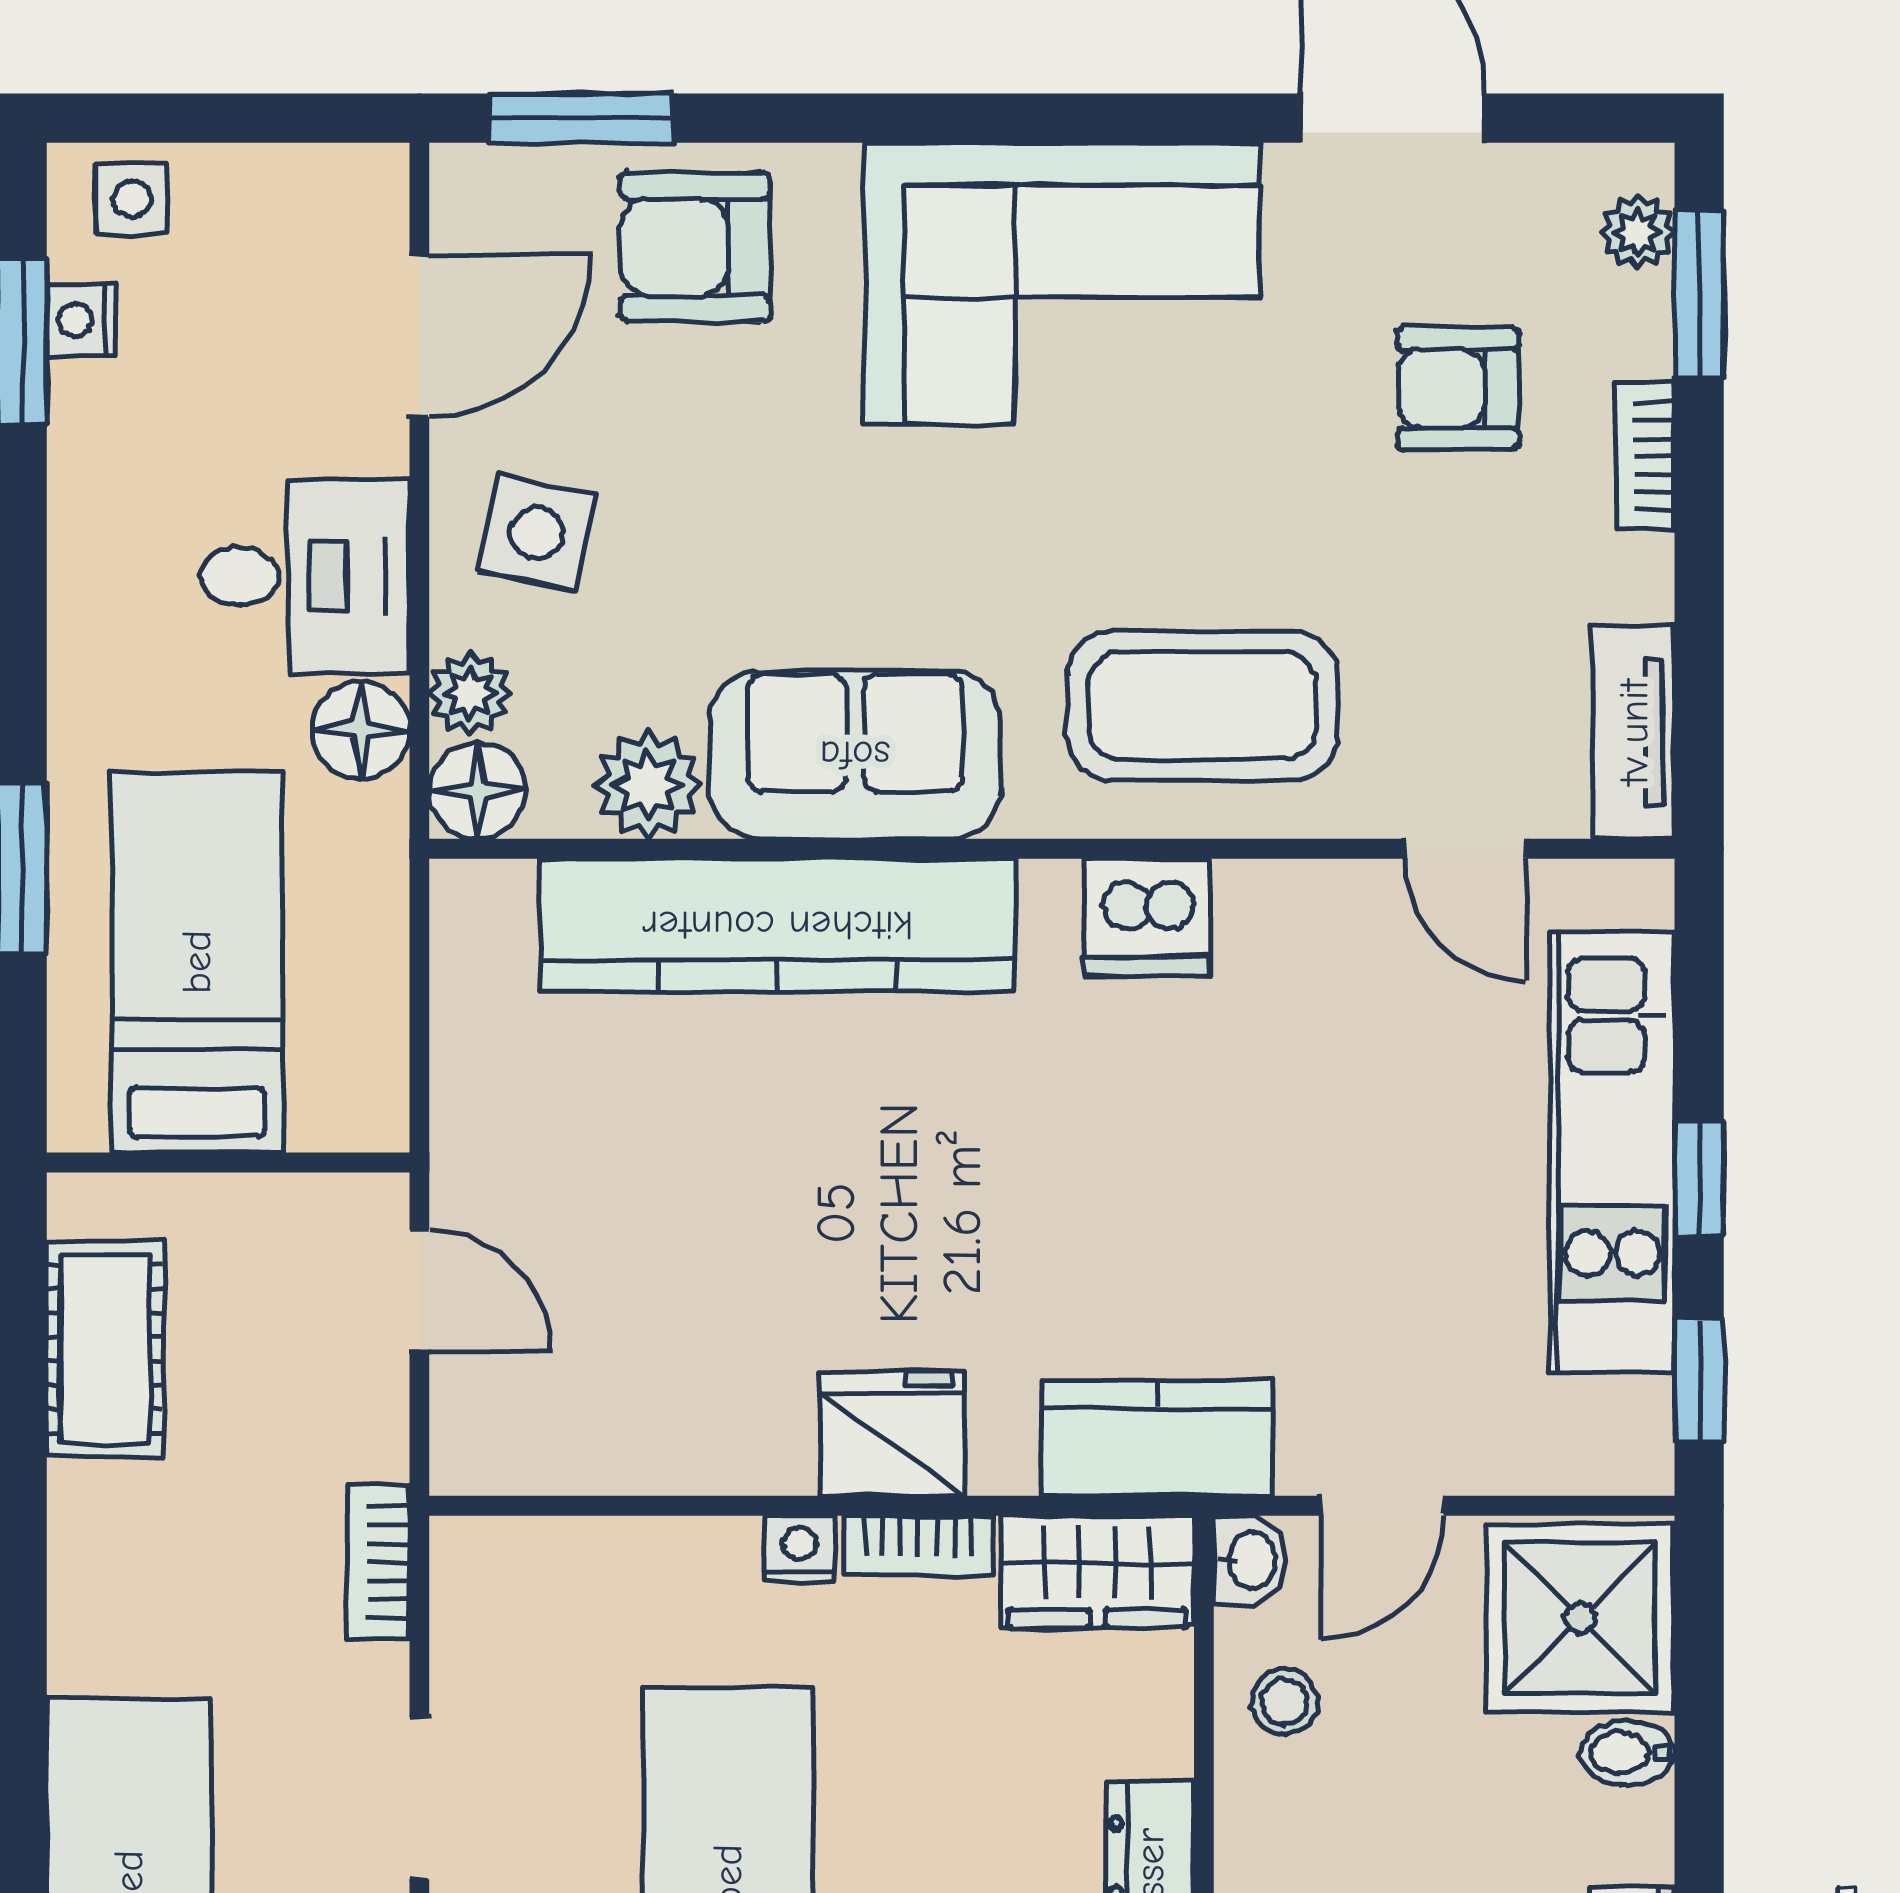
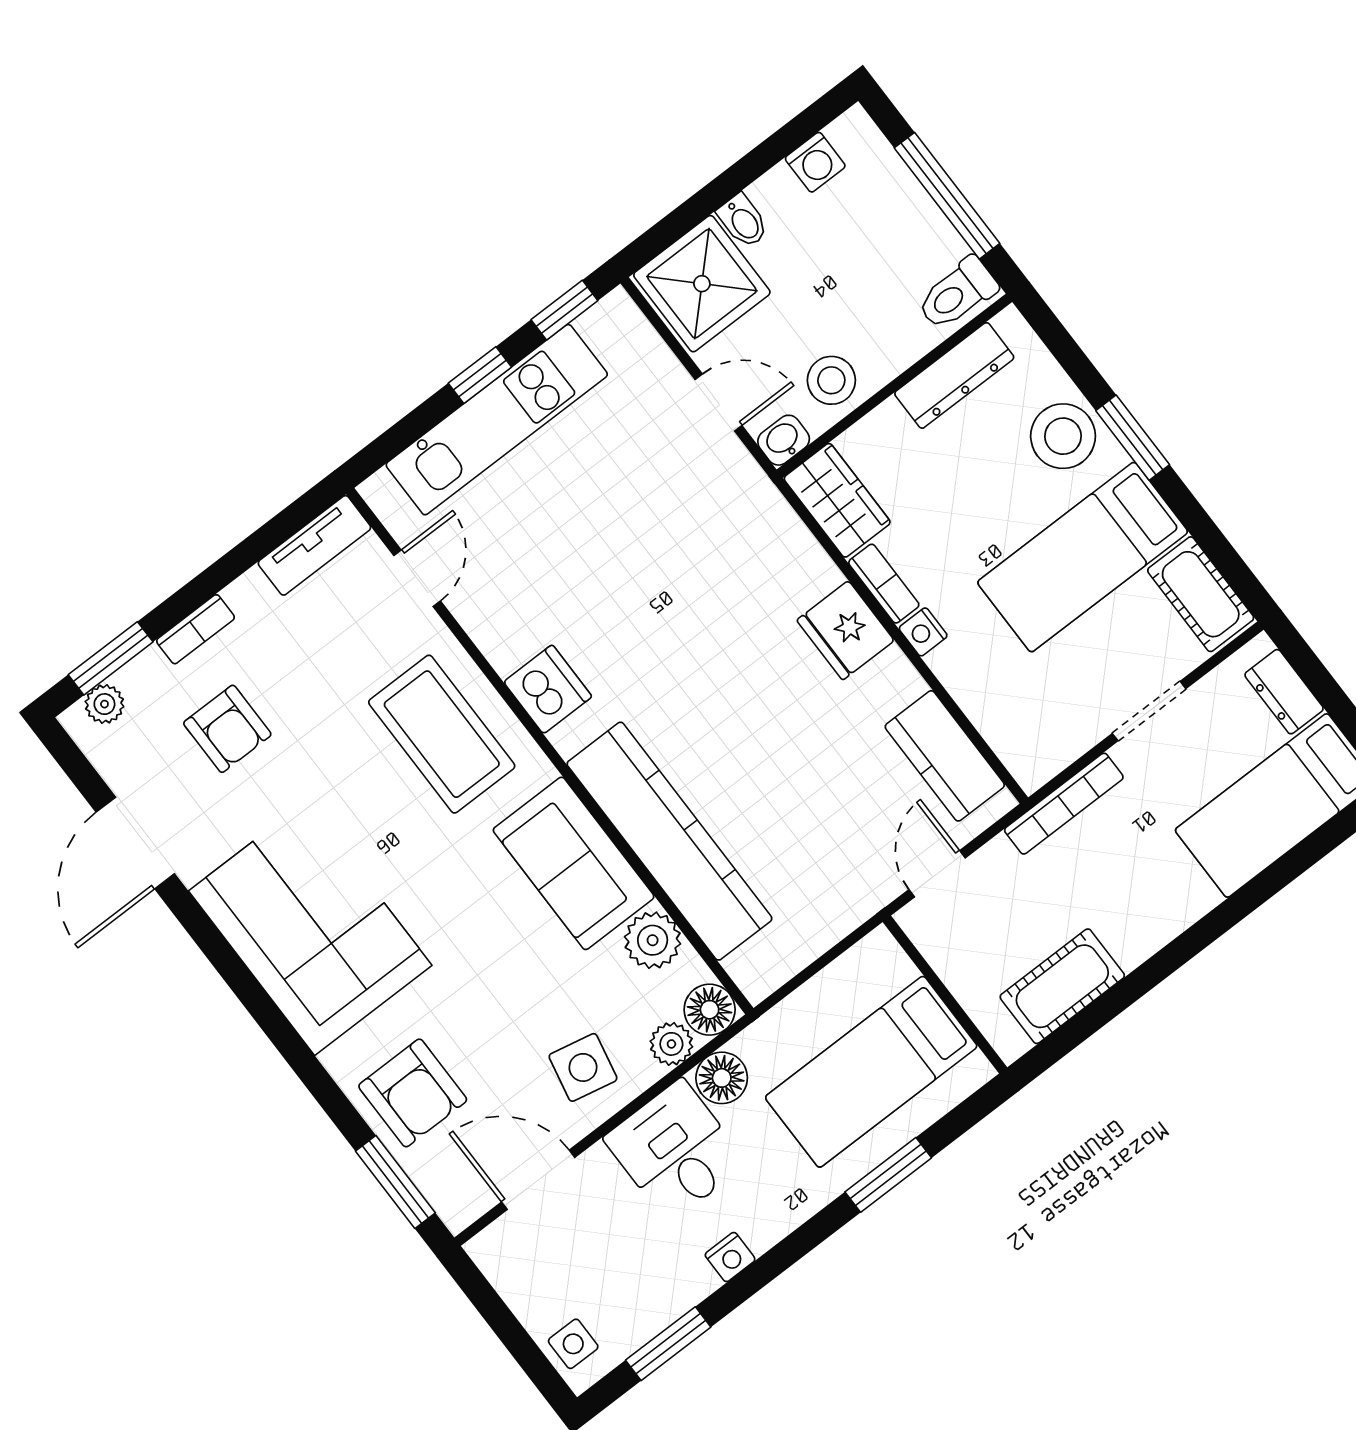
nightstand: (81, 320) -> (730, 1257), moved
kitchen counter: (1157, 1438) -> (945, 756), moved
bookcase: (378, 1563) -> (1064, 804), width x1.56
stool: (1285, 1702) -> (831, 380), width x1.37, depth x1.37

